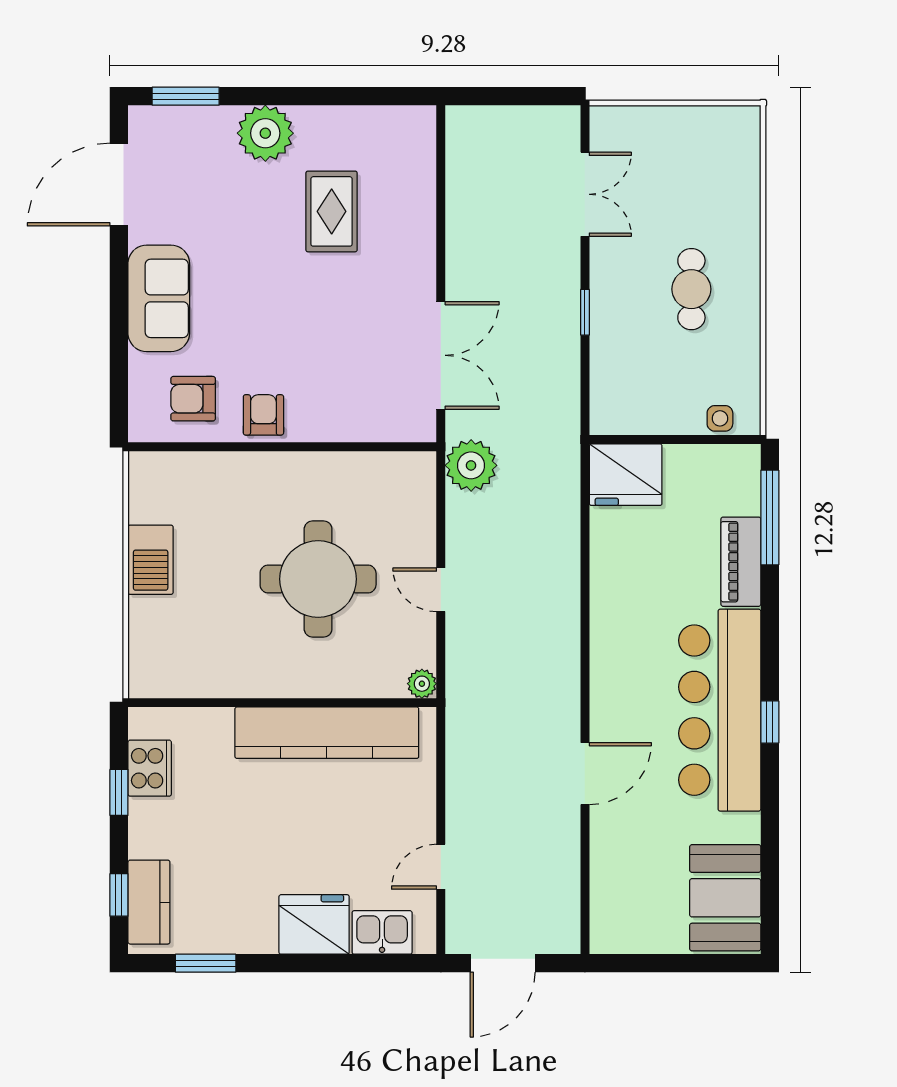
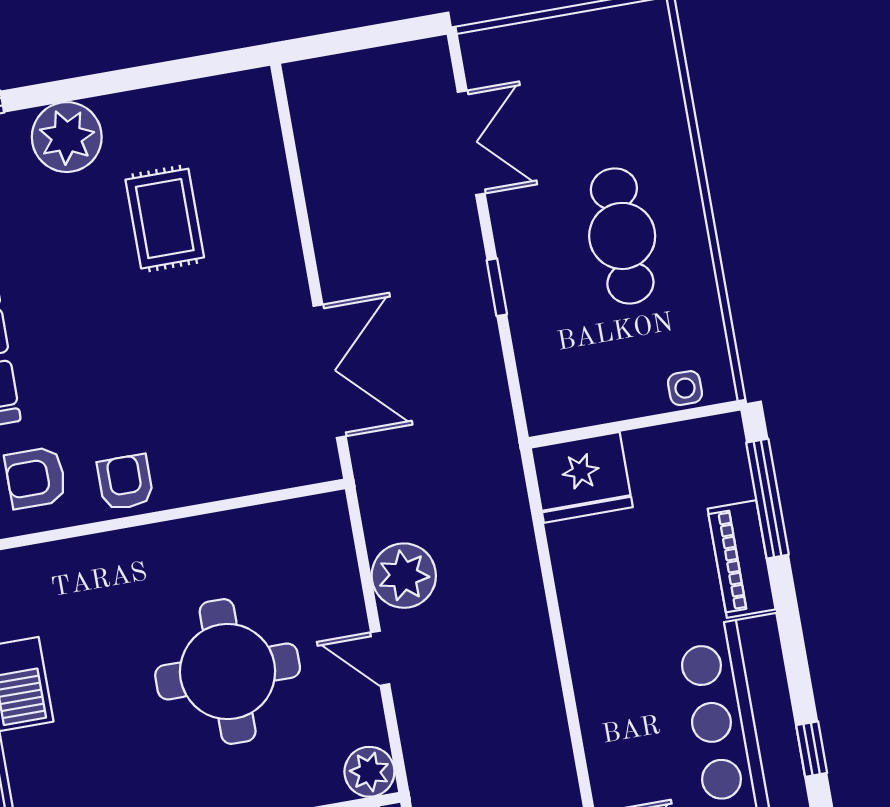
cafe table: (691, 289) -> (622, 236), width x1.37, depth x1.35
plant: (471, 465) -> (404, 576), moved
plant: (422, 684) -> (369, 772), width x1.38, depth x1.38

